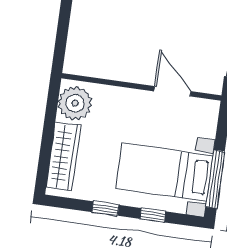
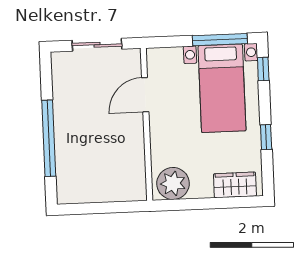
wardrobe: (63, 156) -> (235, 185), width x0.67
window: (153, 215) -> (263, 69), moved

